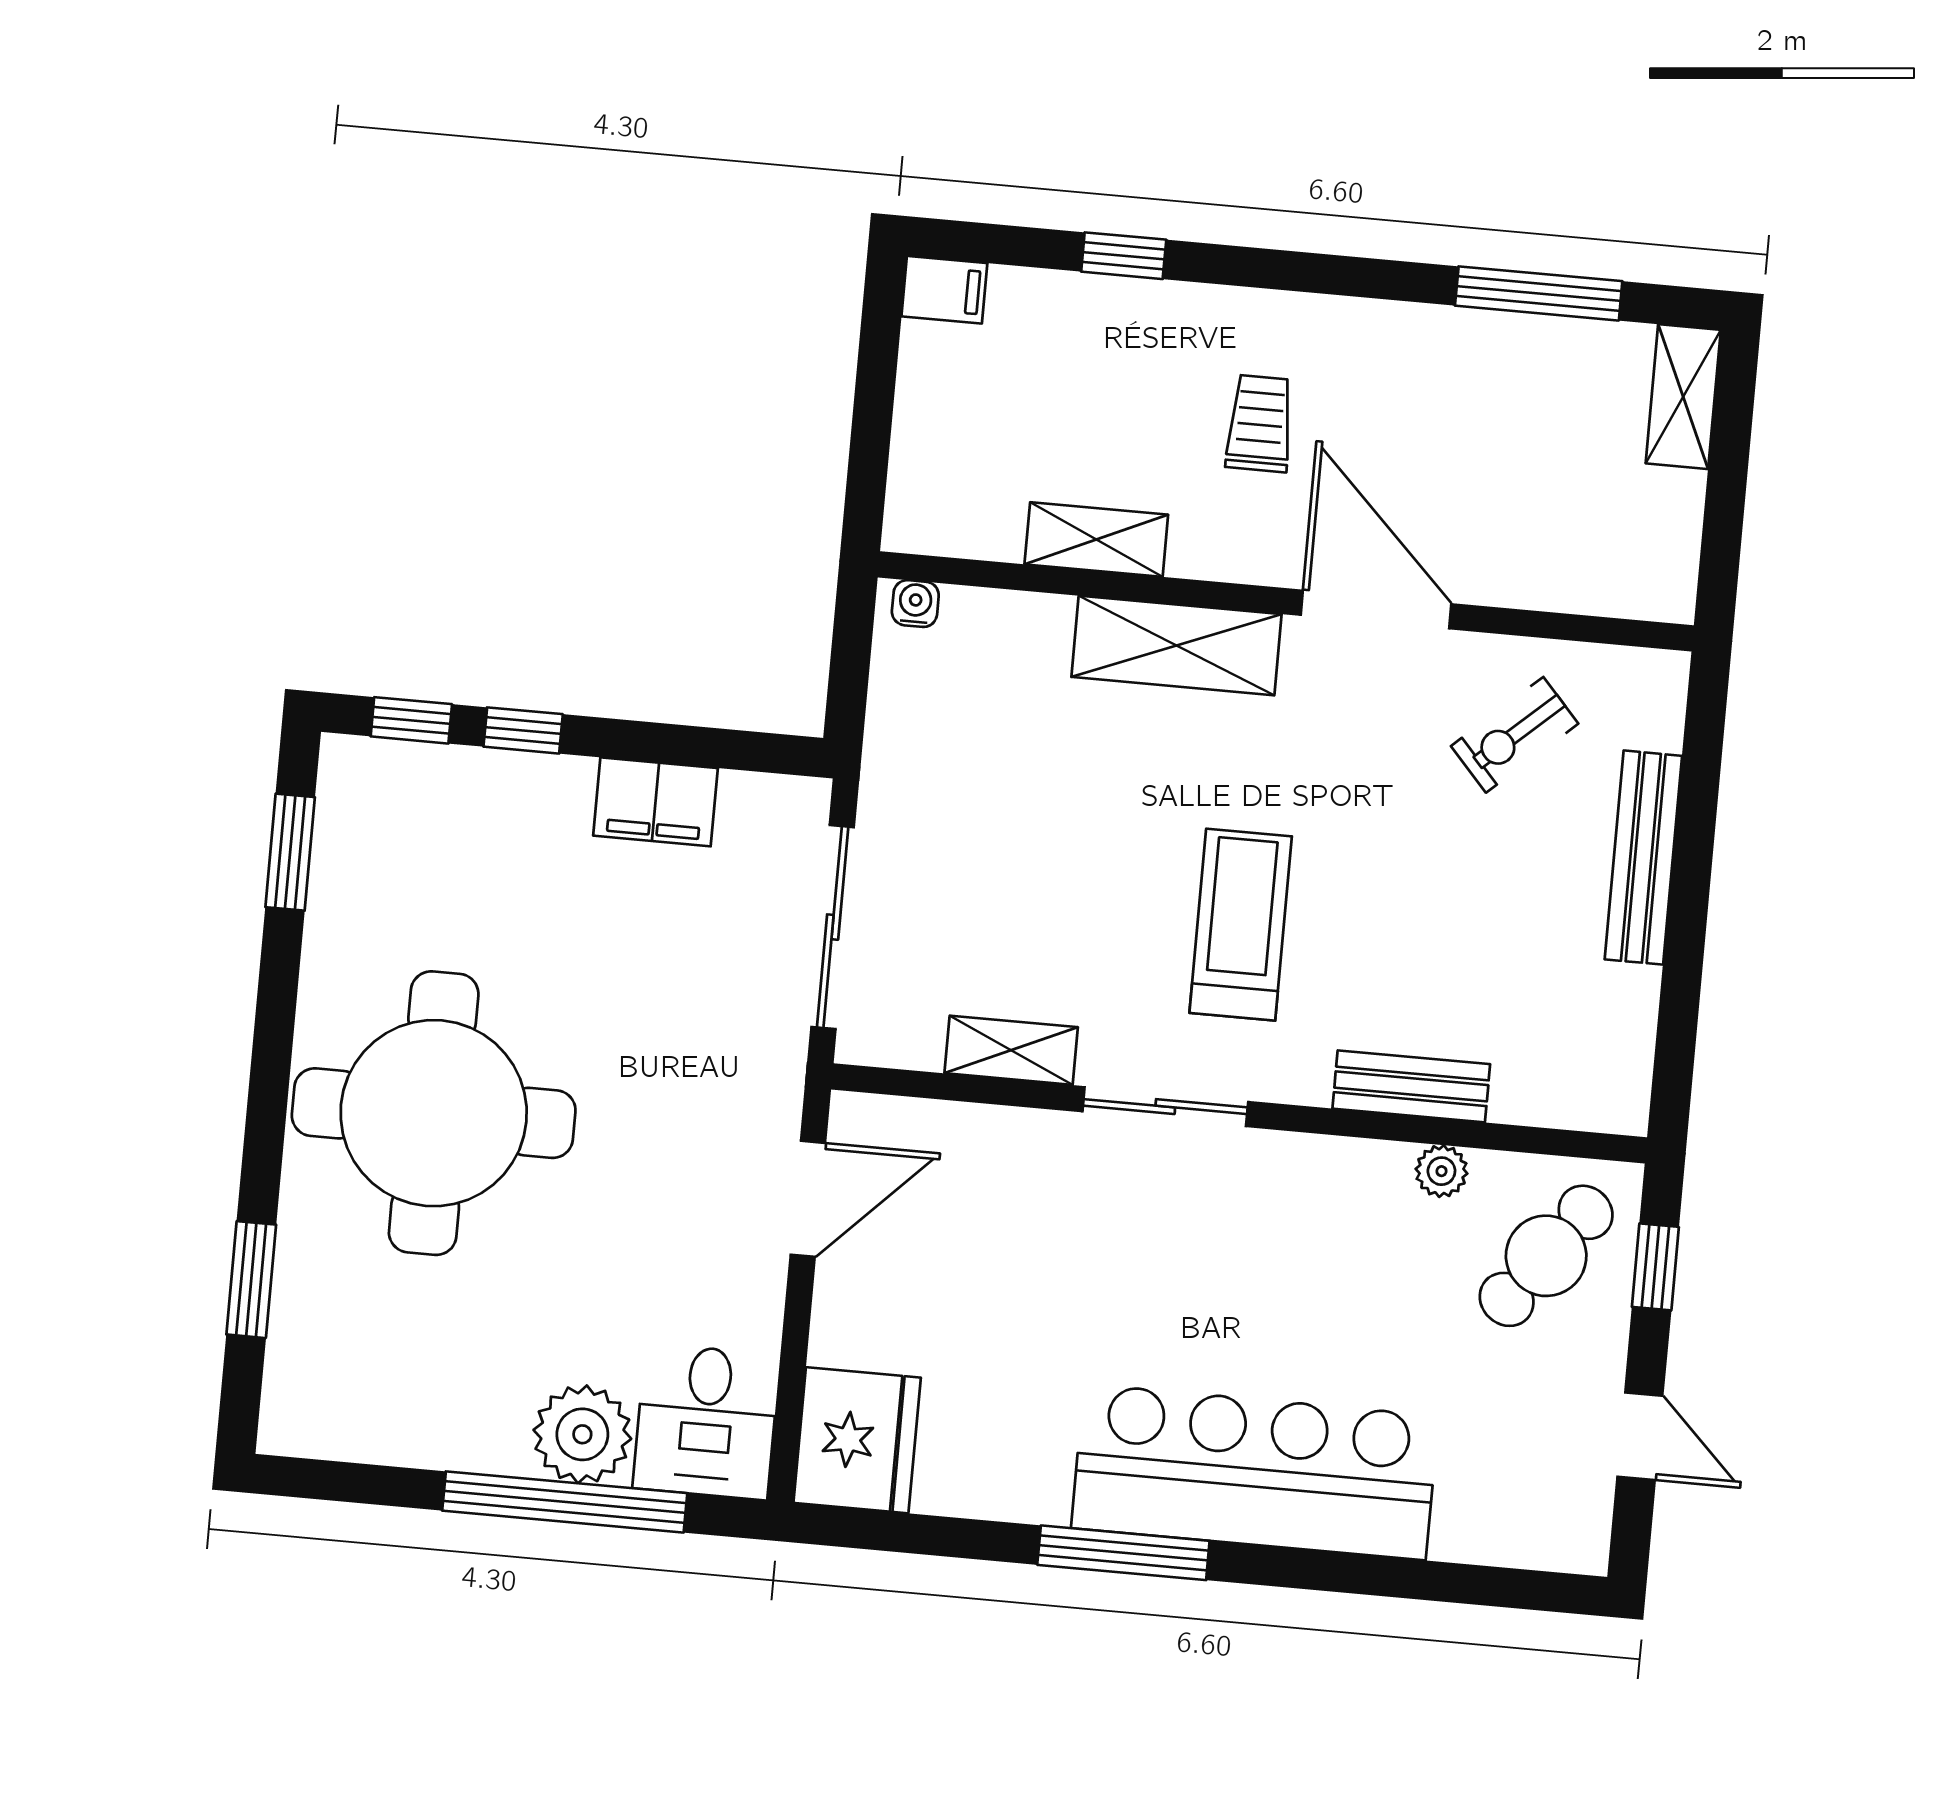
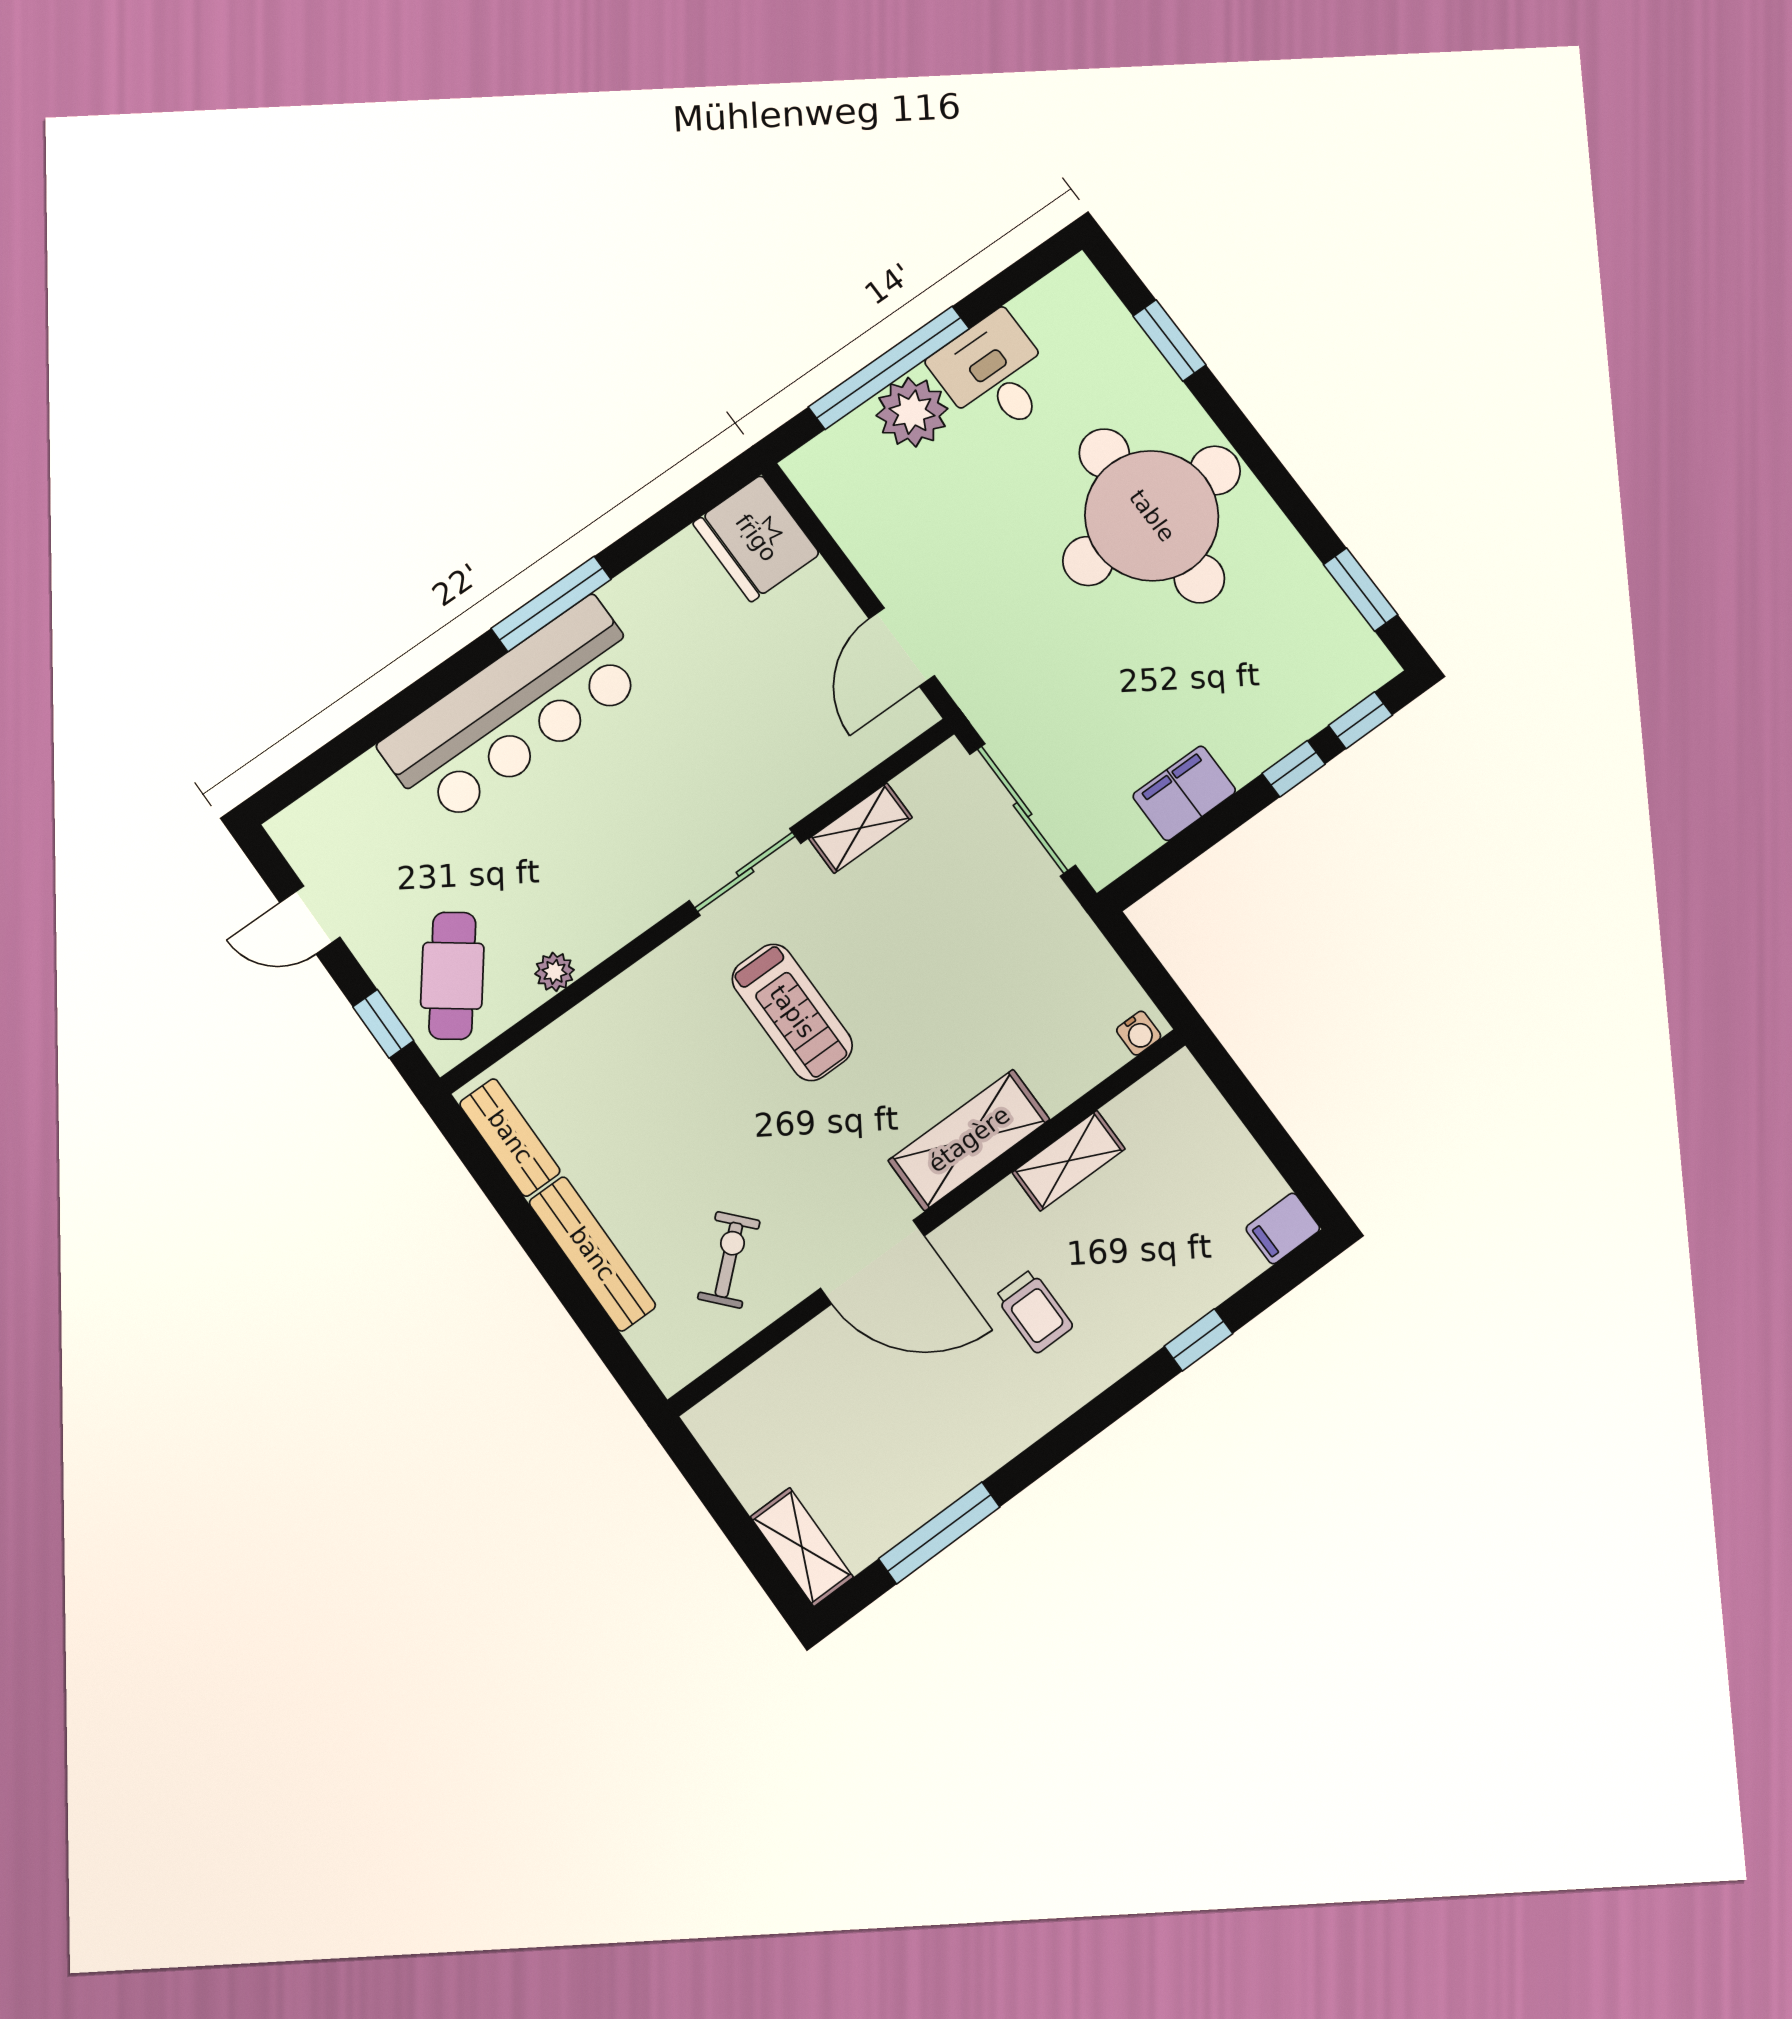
bench: (1411, 1086) -> (510, 1137), moved, turned 90
desk: (706, 1422) -> (995, 375), moved

